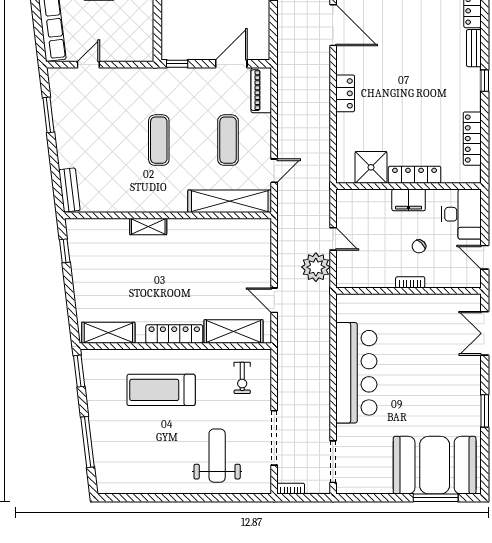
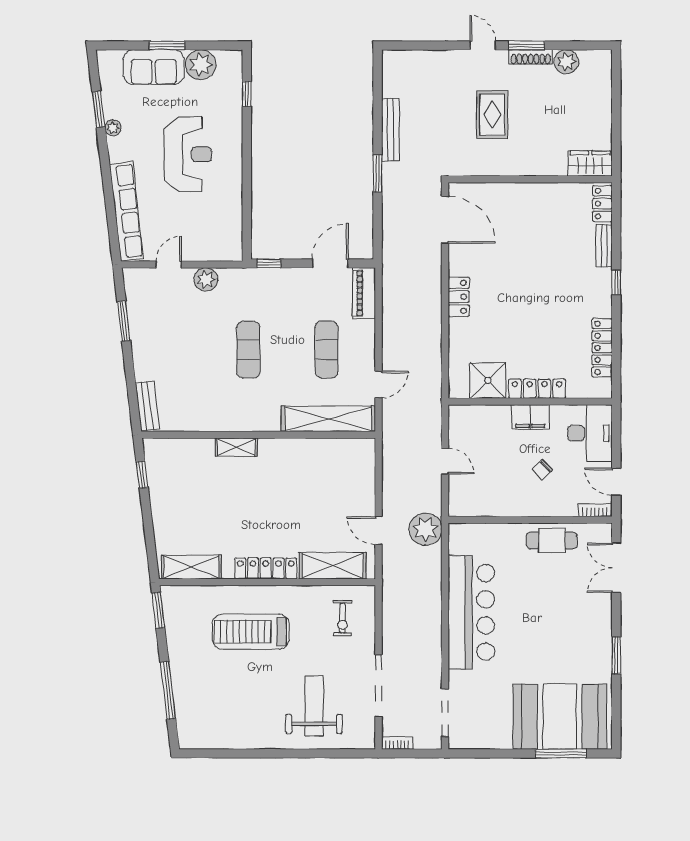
plant: (121, 78) -> (206, 279), added
plant: (316, 267) -> (426, 529), moved
bookcase: (410, 282) -> (595, 510), moved
cafe table: (428, 309) -> (552, 540), added

